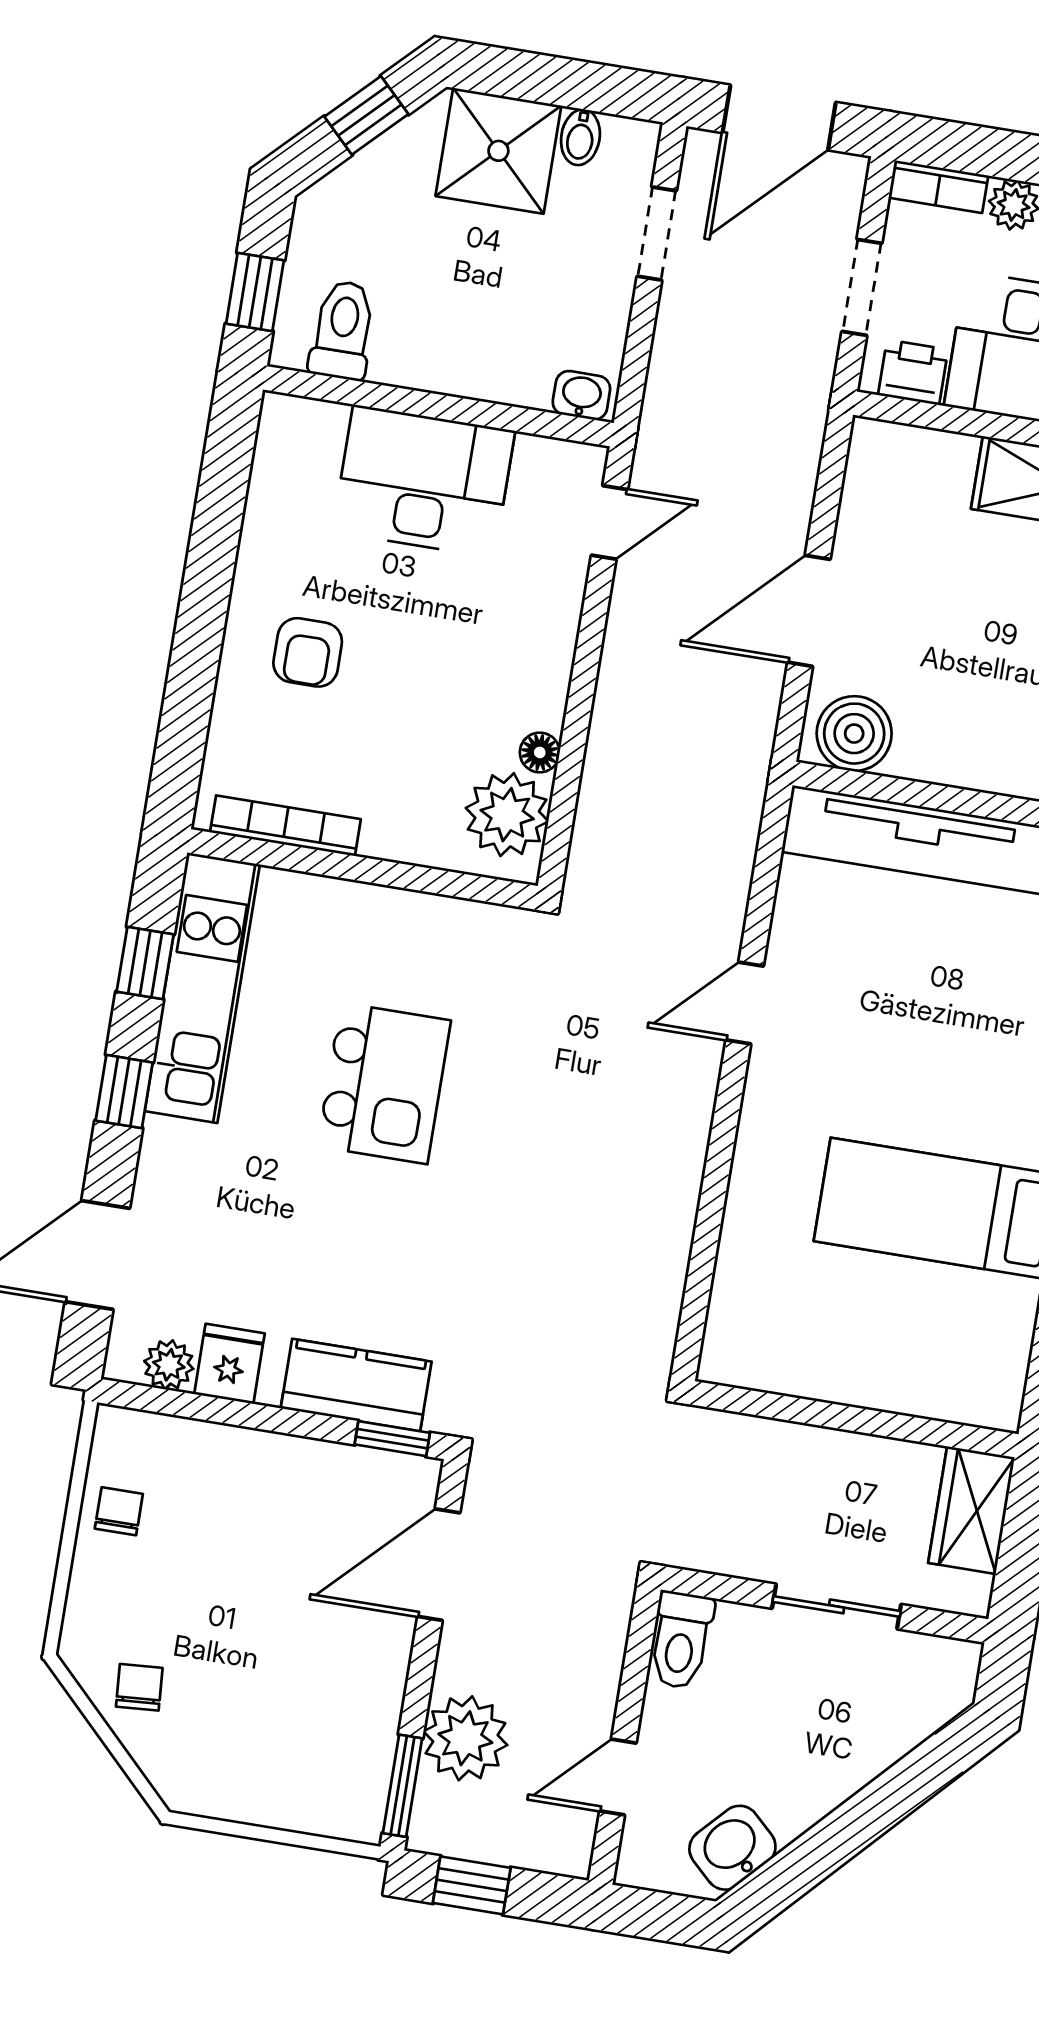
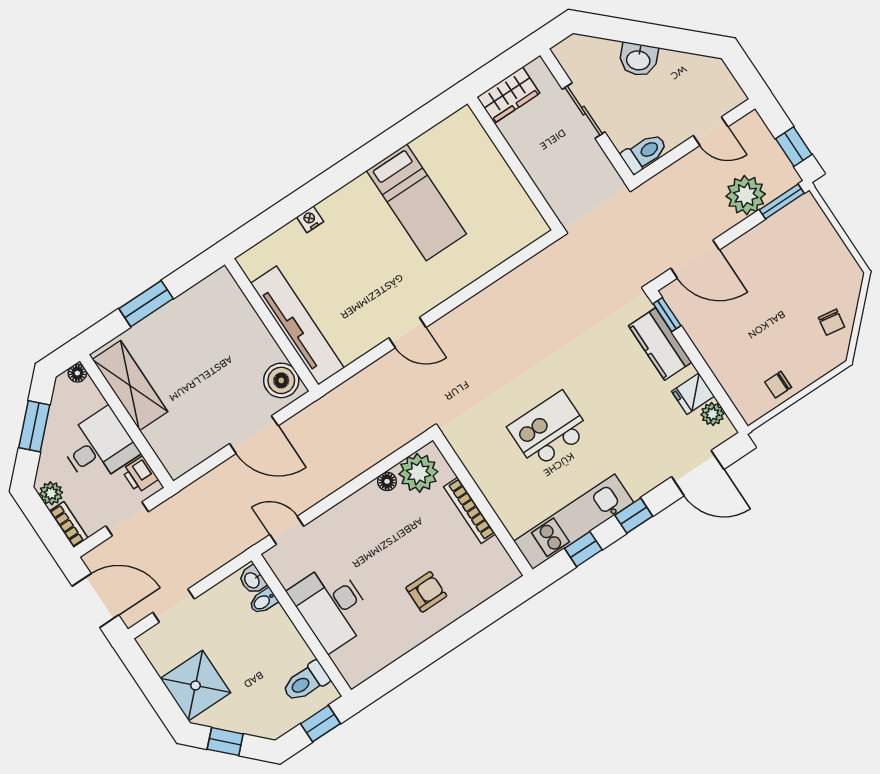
bidet: (580, 137) -> (263, 601), moved, turned 180
bookcase: (285, 826) -> (469, 510), moved
chair: (139, 1687) -> (831, 322), turned -77
washbasin: (732, 1848) -> (638, 60), moved

